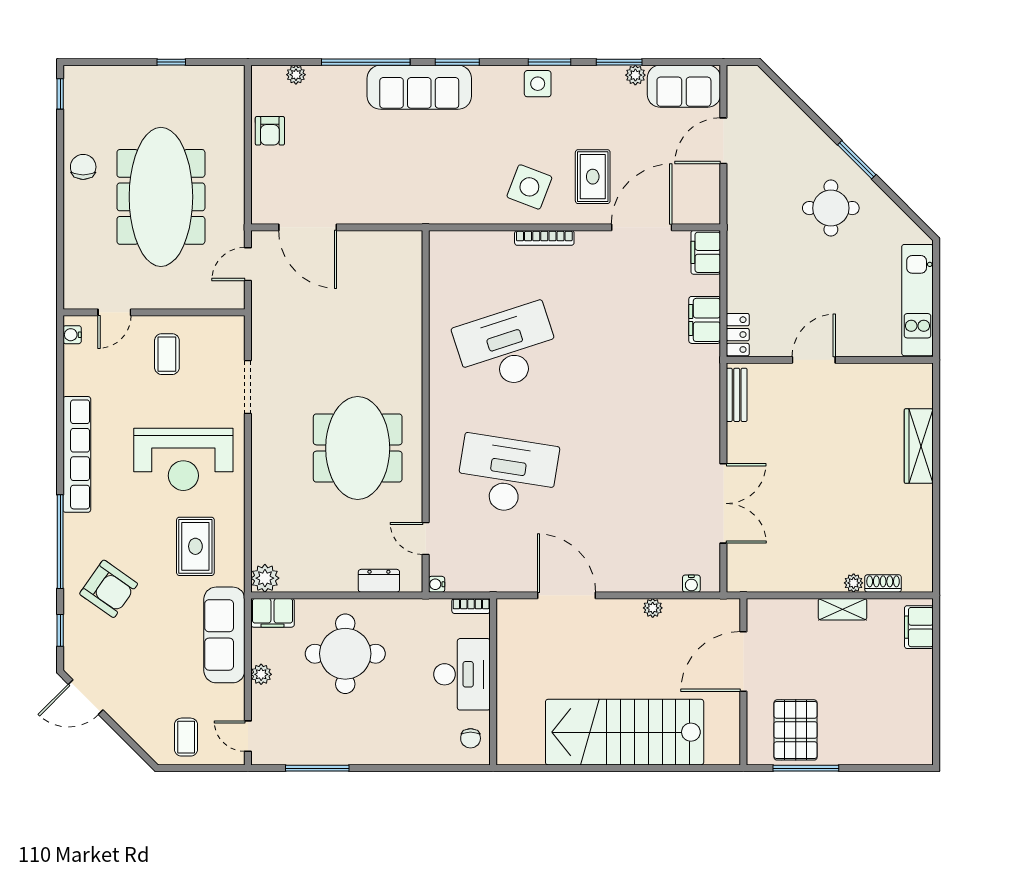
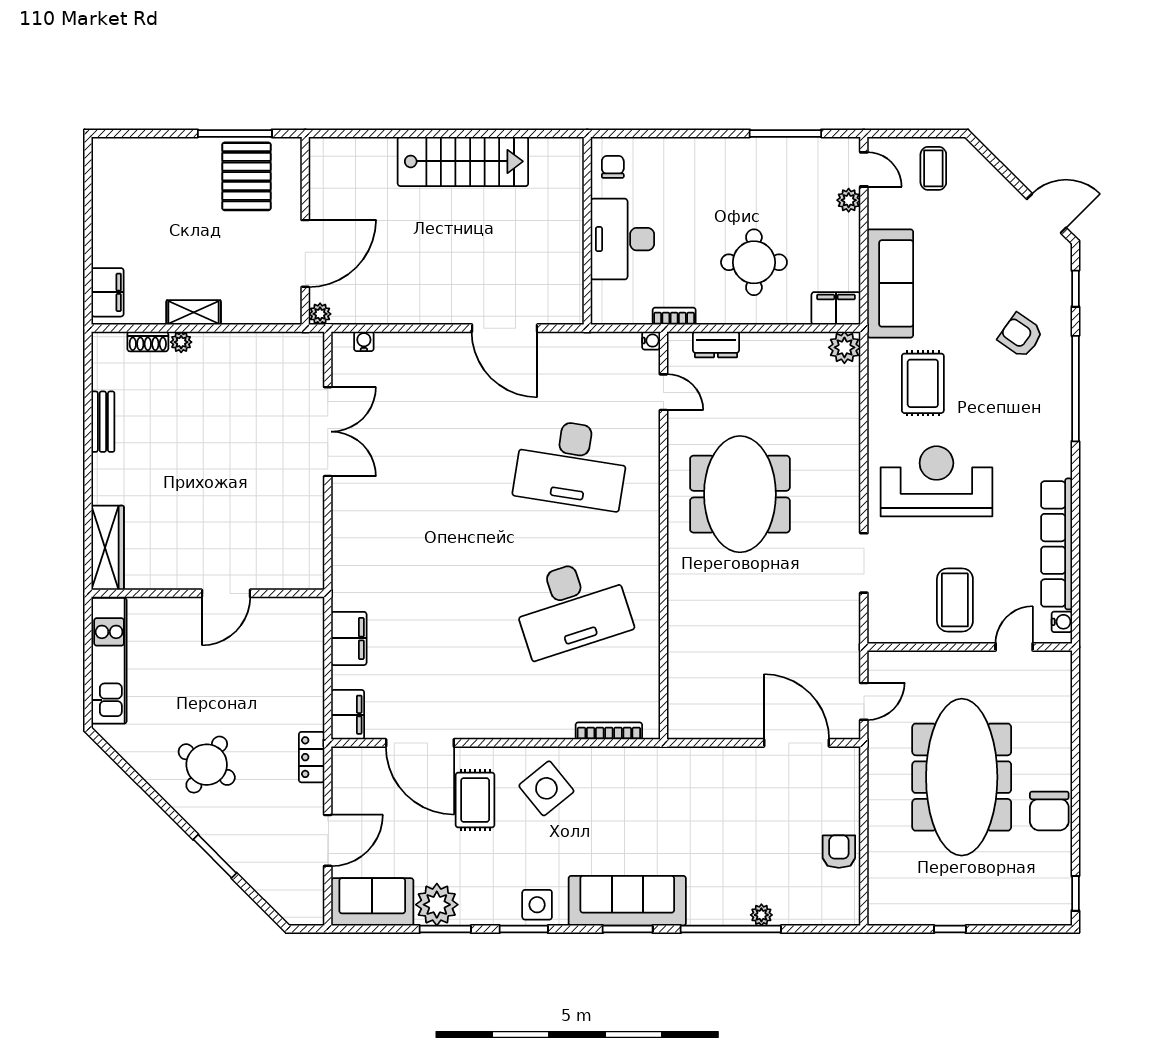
plant: (296, 75) -> (761, 915), moved
plant: (635, 75) -> (437, 905), width x1.88, depth x1.88
sofa: (419, 87) -> (627, 901), moved
window: (857, 160) -> (215, 856), moved
chair: (83, 167) -> (1049, 811), width x1.37, depth x1.37
side table: (529, 187) -> (546, 788), turned 30
round table: (831, 208) -> (207, 765), turned 32
door: (642, 227) -> (420, 743), hinge flipped
bookcase: (544, 238) -> (609, 731), moved
locker: (738, 335) -> (312, 757), moved
coffee table: (167, 354) -> (955, 600), width x1.36, depth x1.30
bench: (737, 395) -> (103, 422), moved
wardrobe: (919, 446) -> (108, 548), moved
row of seats: (77, 454) -> (1057, 544), moved
double door: (723, 503) -> (328, 432), swing flipped
armchair: (109, 589) -> (1021, 335), width x0.72, depth x0.72
bookcase: (471, 606) -> (674, 316), moved
plant: (653, 608) -> (320, 314), moved
round table: (345, 654) -> (754, 262), width x0.73, depth x0.73
plant: (261, 674) -> (849, 200), moved
stairs: (625, 732) -> (463, 161), width x0.73, depth x0.66

